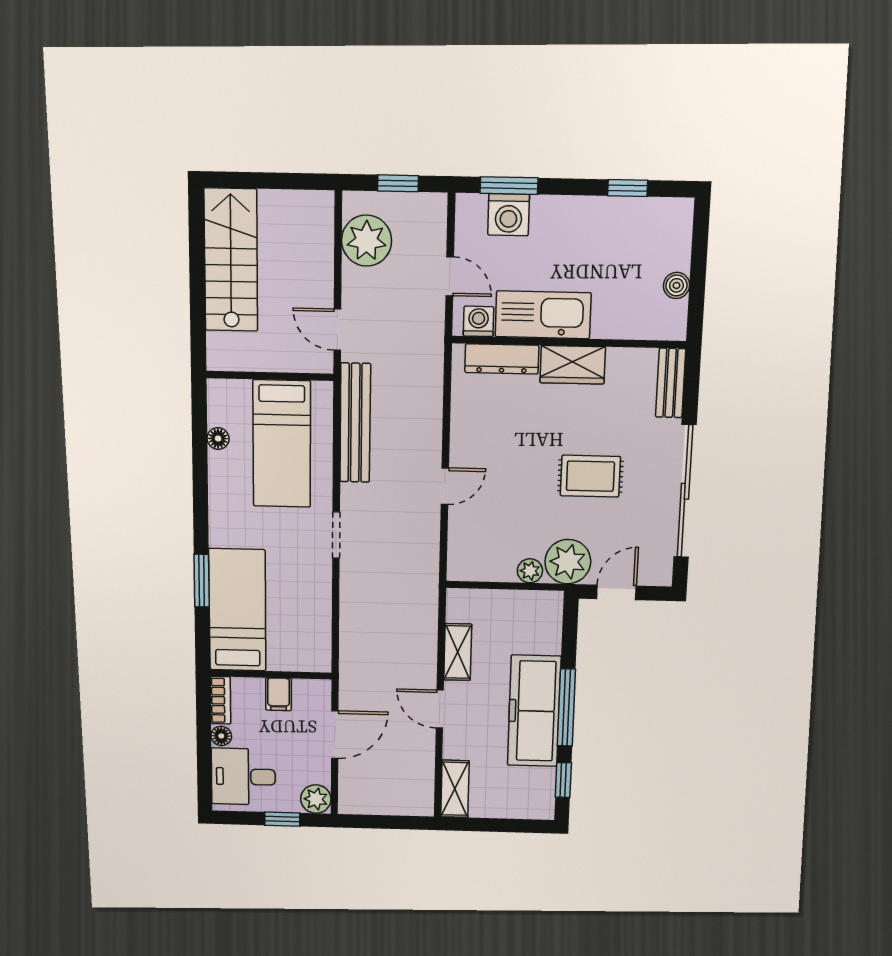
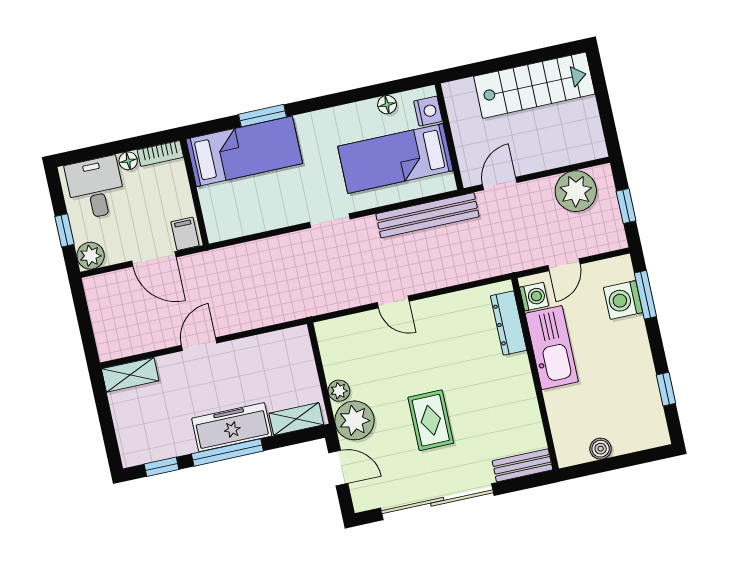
wardrobe: (573, 365) -> (518, 382), removed
nightstand: (235, 393) -> (428, 111), added
shelving: (458, 652) -> (296, 419), moved
filing cabinet: (278, 694) -> (185, 234), moved, turned 90
freezer: (534, 711) -> (232, 427), width x0.73, depth x0.79

